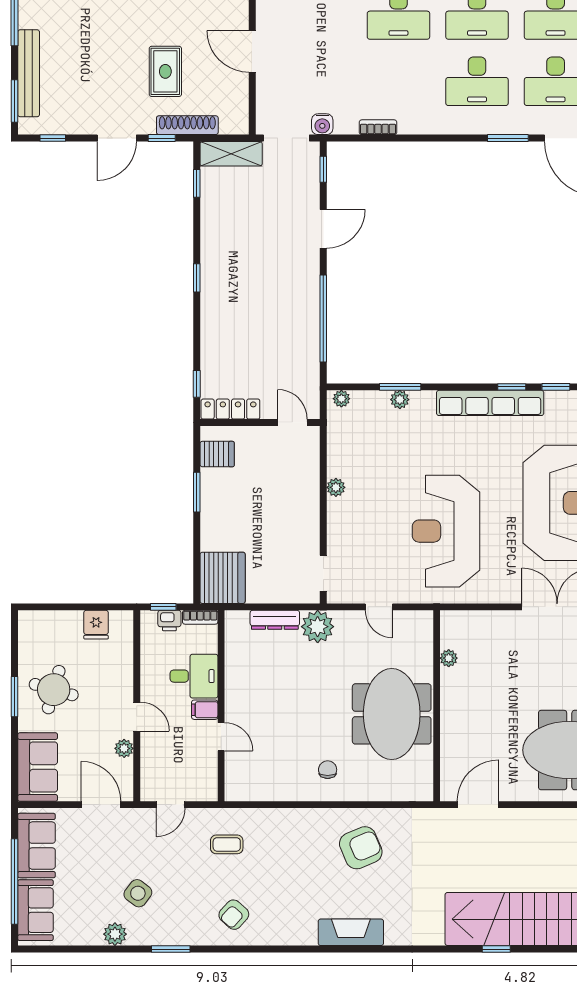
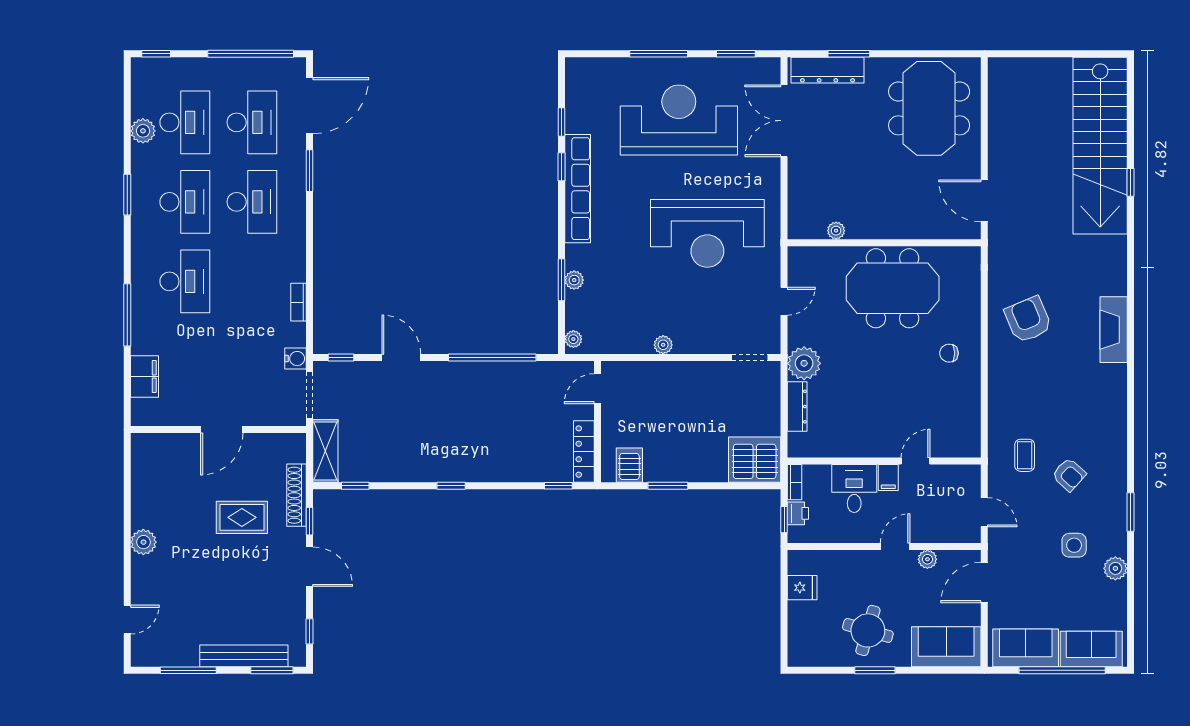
side table: (138, 893) -> (1074, 545), turned -37
armchair: (234, 915) -> (1069, 475), moved

